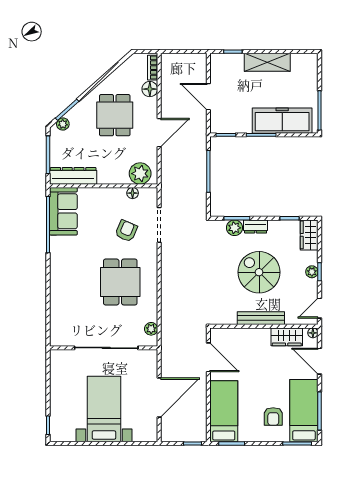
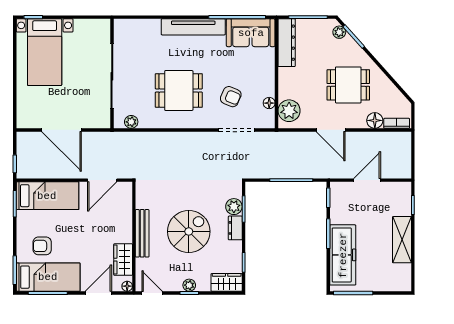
tv unit: (58, 268) -> (193, 27), added
bed with nightstands: (104, 409) -> (45, 52), moved, turned 90

